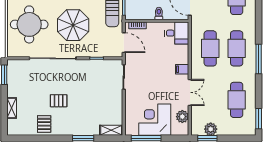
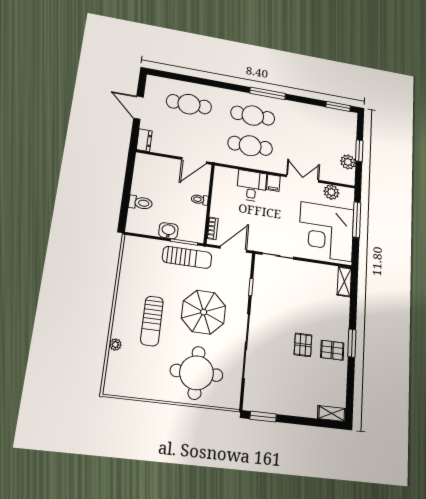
desk: (177, 33) -> (252, 186), moved
cafe table: (237, 100) -> (315, 127), removed
shelving: (12, 108) -> (332, 414), moved
corner desk: (155, 120) -> (326, 231), width x1.36, depth x1.36
pallet: (44, 124) -> (332, 350), moved
window: (83, 138) -> (352, 343), moved
window: (146, 138) -> (357, 220), moved
window: (207, 138) -> (359, 151), moved

